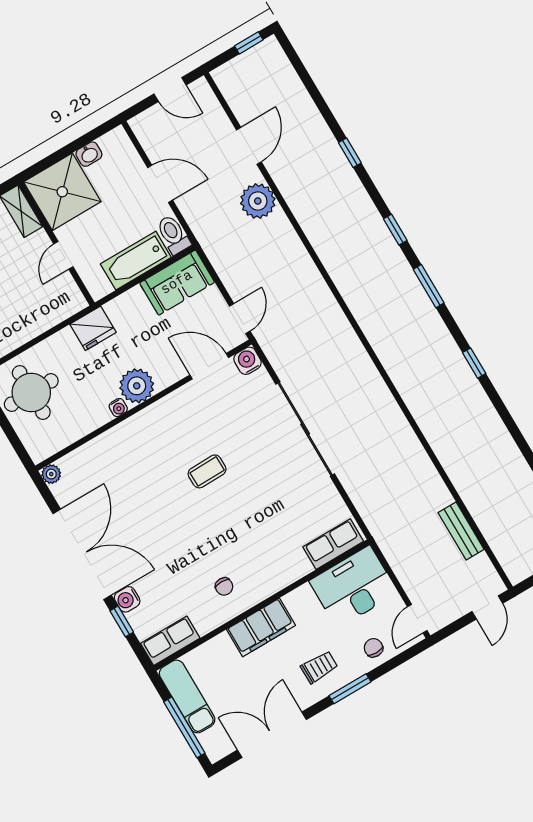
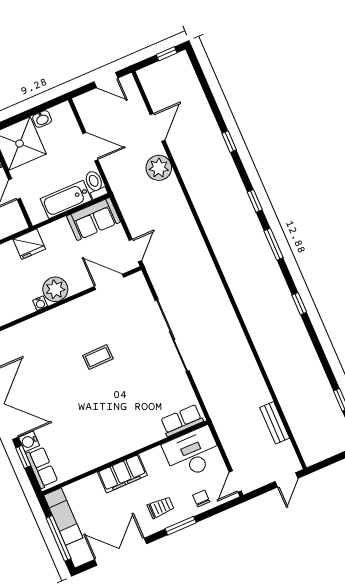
water cooler: (248, 361) -> (137, 281), removed
chair: (224, 586) -> (100, 441), removed
row of seats: (170, 641) -> (42, 467), moved, turned 90

